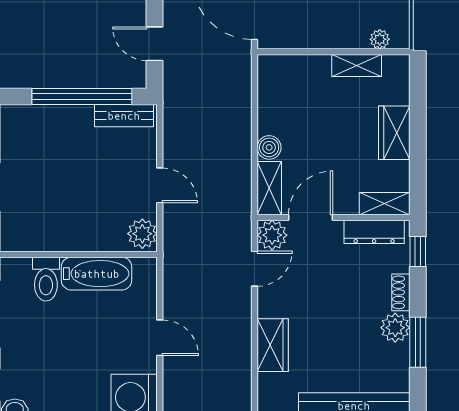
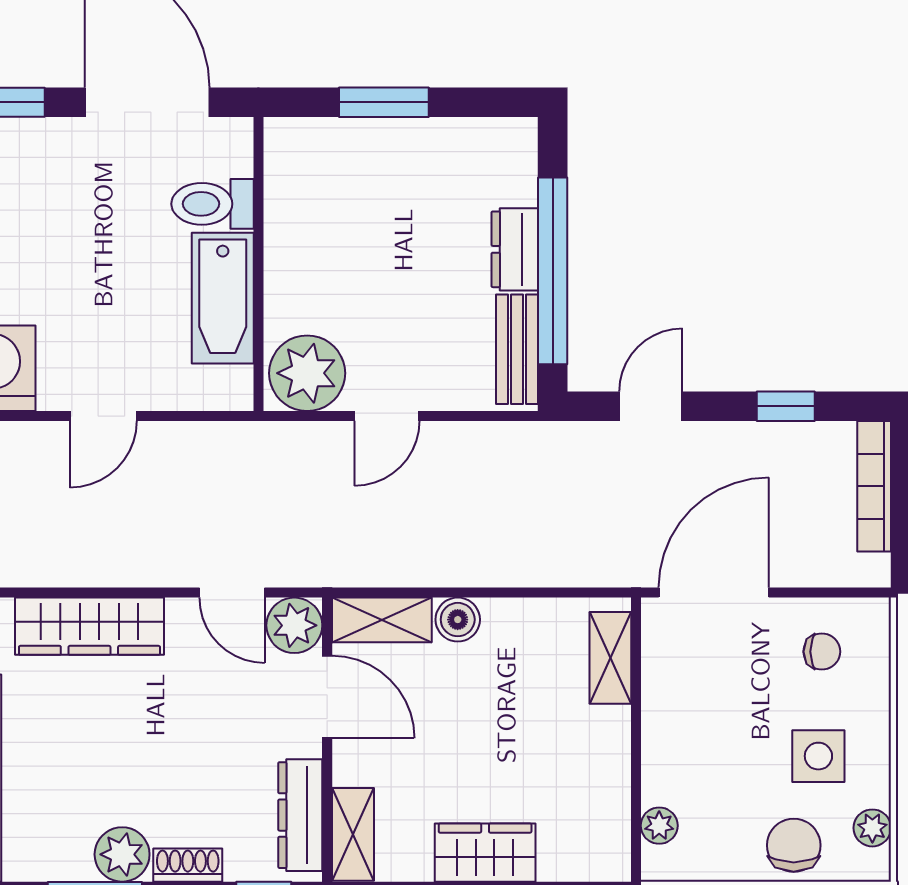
shelving: (357, 65) -> (610, 658), moved
dresser: (70, 117) -> (515, 249), added
plant: (142, 234) -> (307, 373), width x1.36, depth x1.36
wardrobe: (273, 345) -> (89, 626), width x1.50

